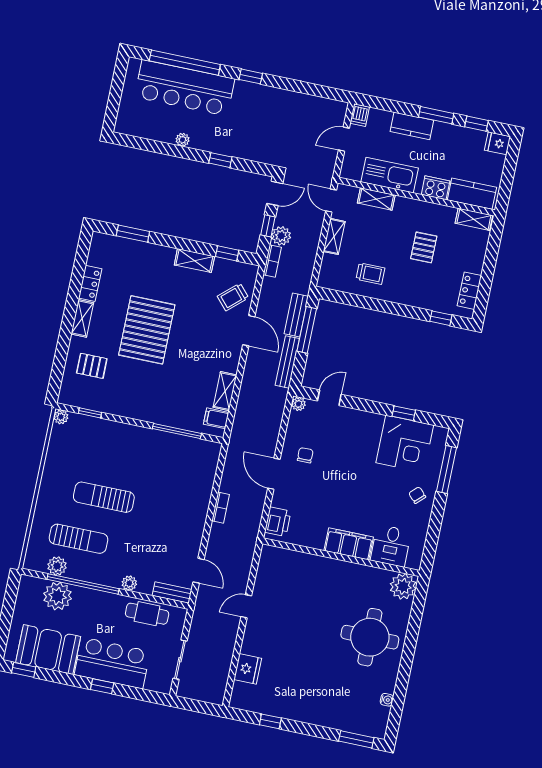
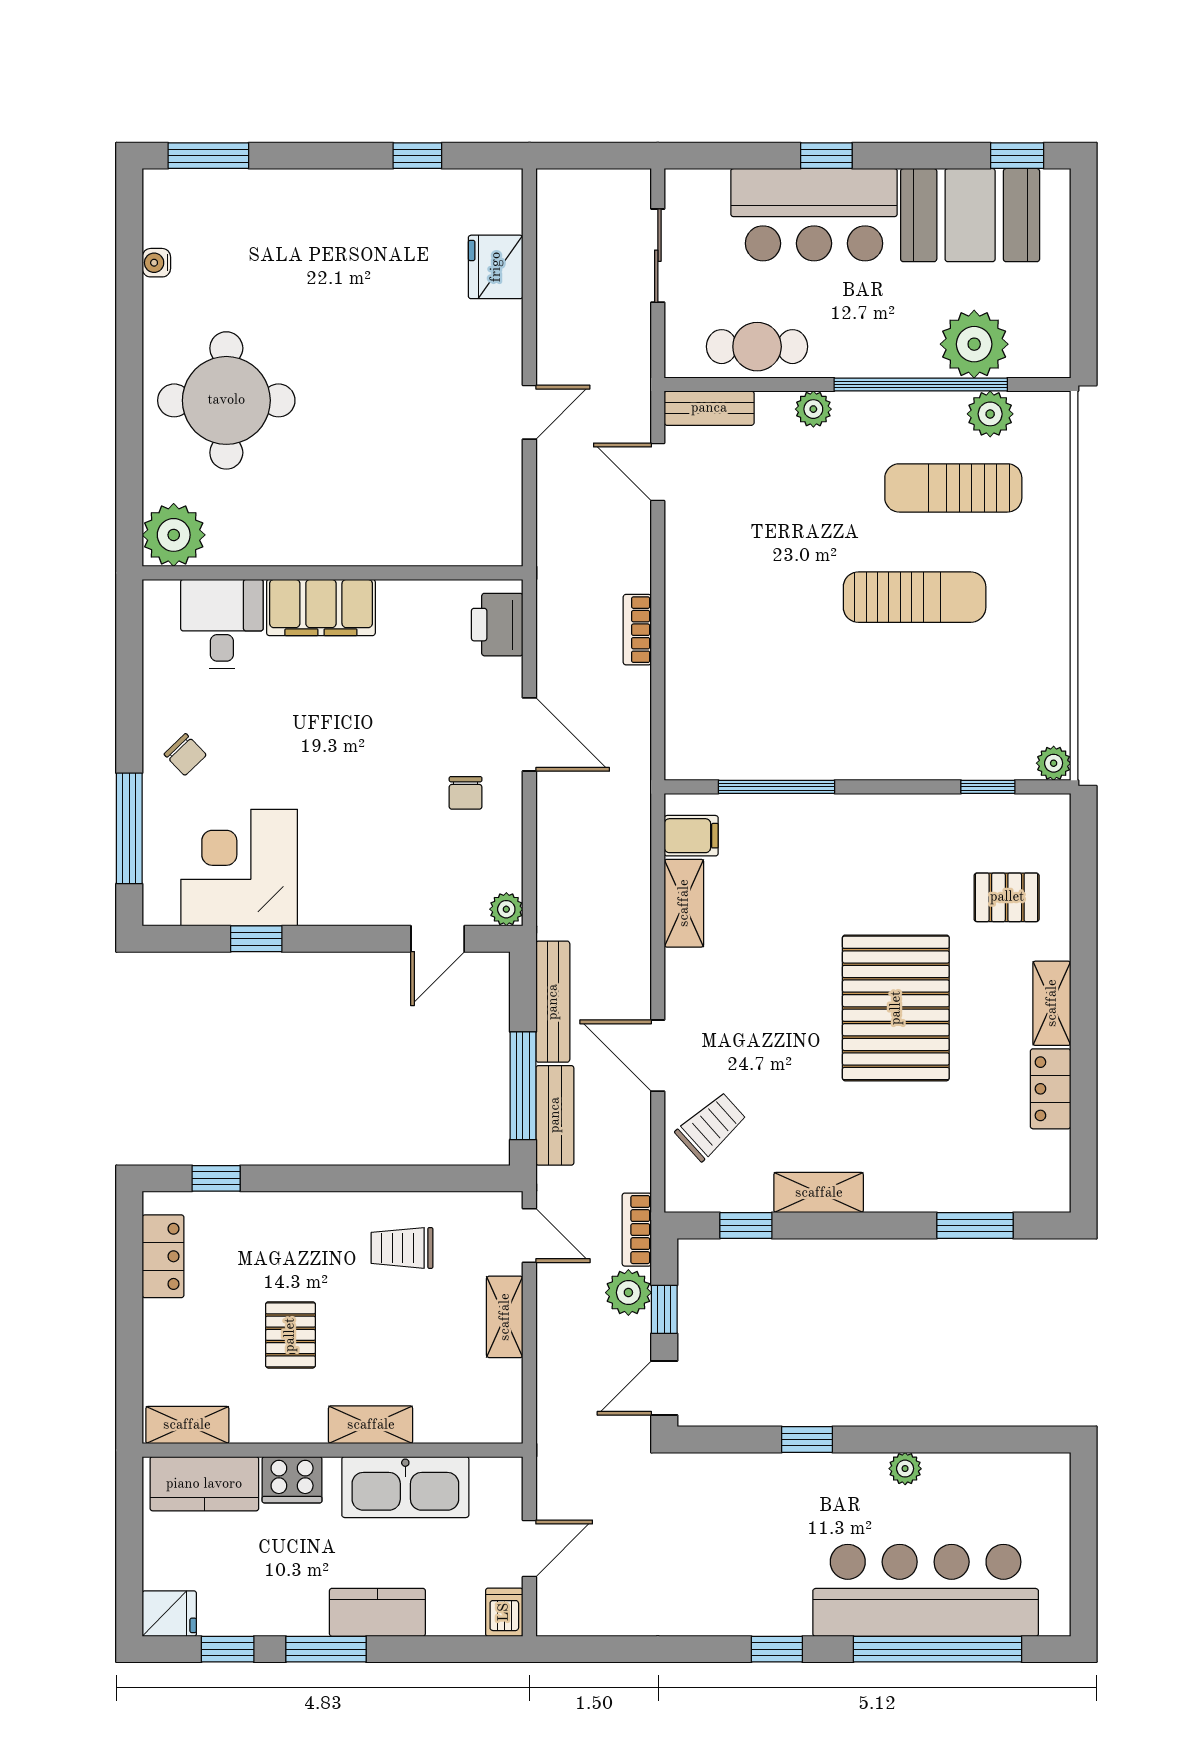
shelving: (376, 199) -> (371, 1425), moved
door: (331, 200) -> (529, 1235), moved

